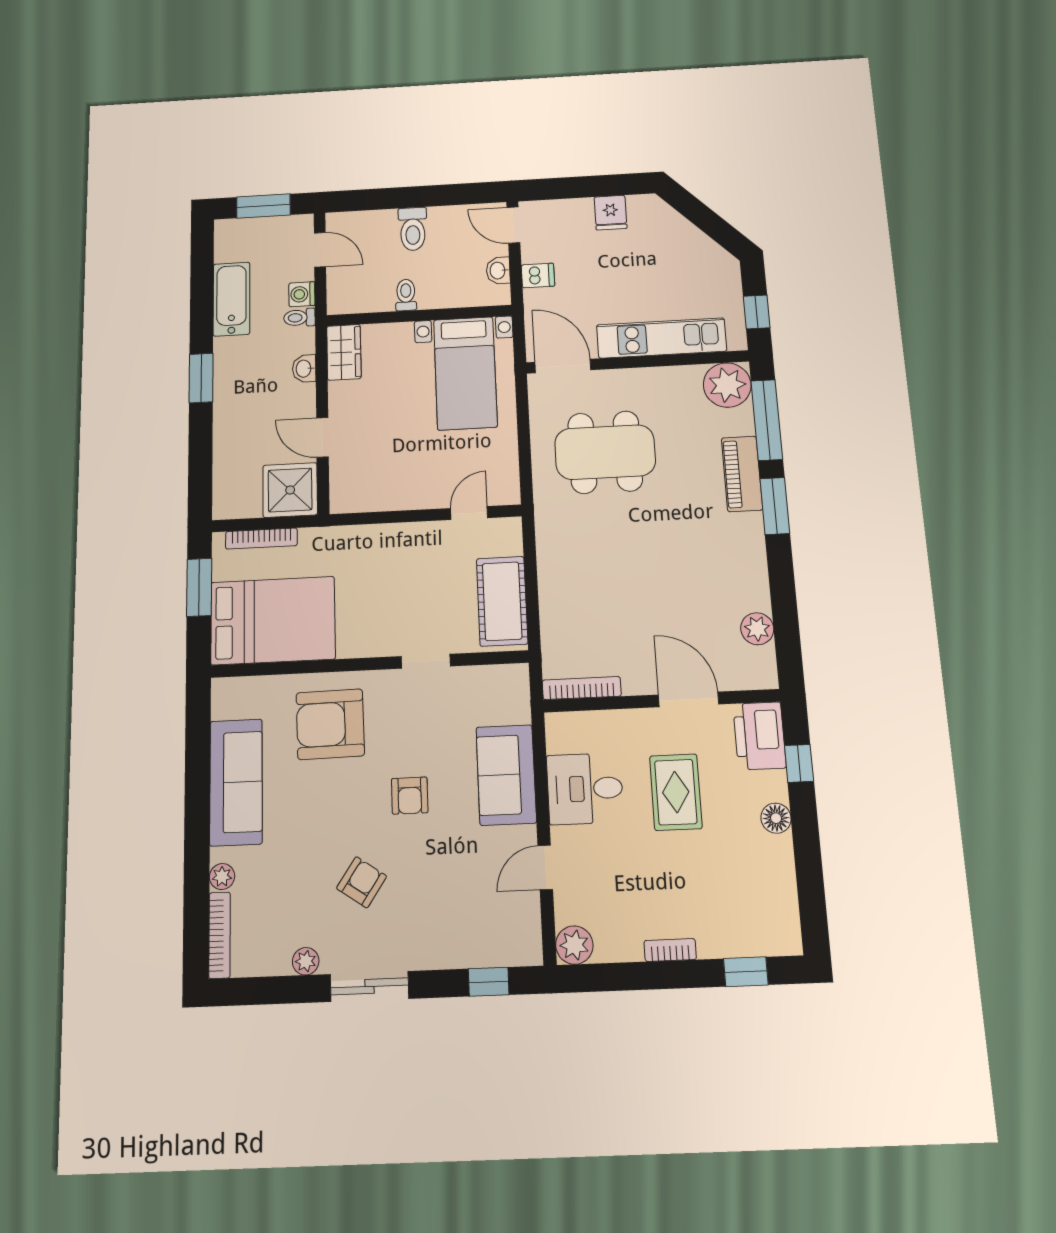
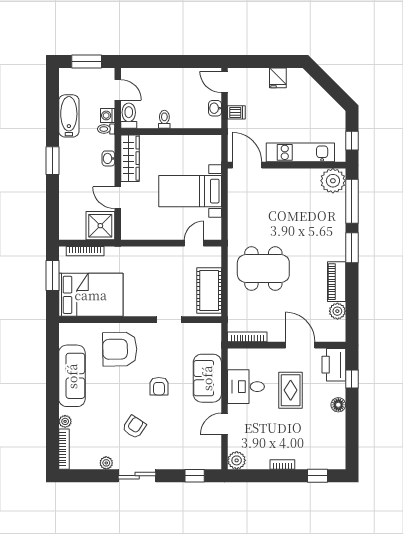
toilet: (413, 229) -> (129, 116), moved, turned 180
wardrobe: (344, 352) -> (130, 158), width x1.50
bed with nightstands: (465, 373) -> (190, 191), moved, turned 90
dining table: (605, 452) -> (263, 269), moved
piano: (742, 474) -> (337, 282), moved

